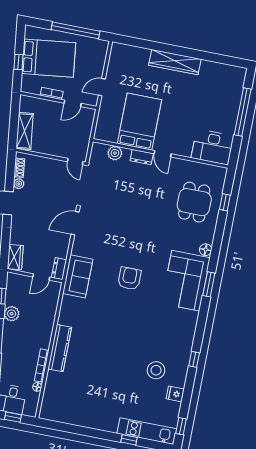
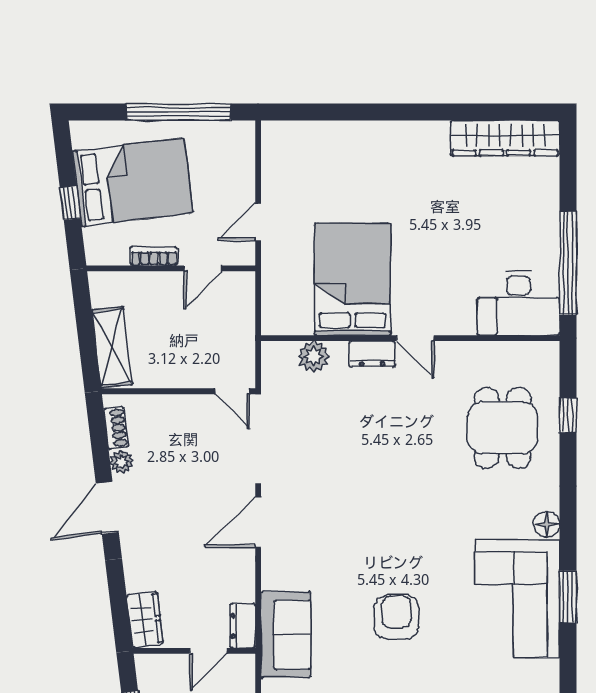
wardrobe: (175, 62) -> (505, 138), moved
window: (243, 112) -> (568, 263), moved

